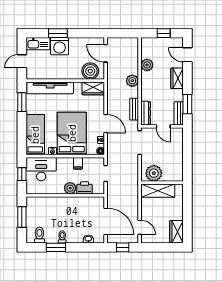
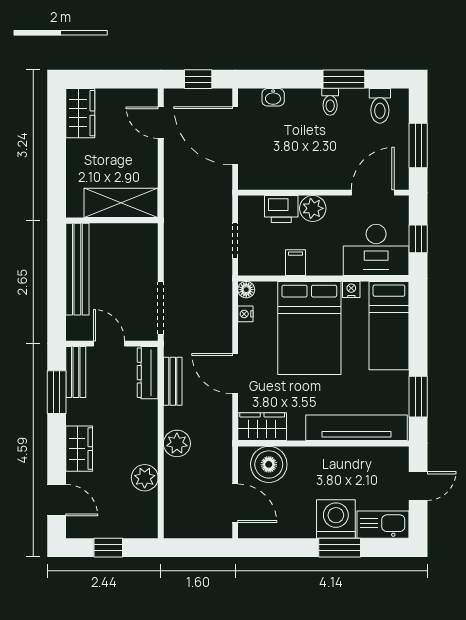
door: (106, 124) -> (235, 374), moved
bench: (178, 160) -> (77, 269), added
plant: (154, 173) -> (130, 241), removed
door: (43, 195) -> (373, 193), added

